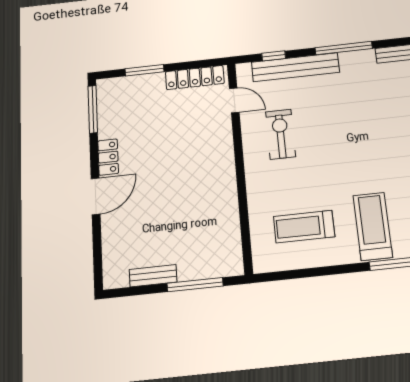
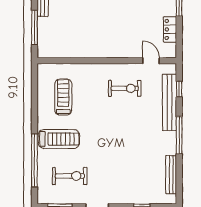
locker: (195, 78) -> (170, 29), width x0.66
door: (234, 100) -> (151, 61), swing flipped

